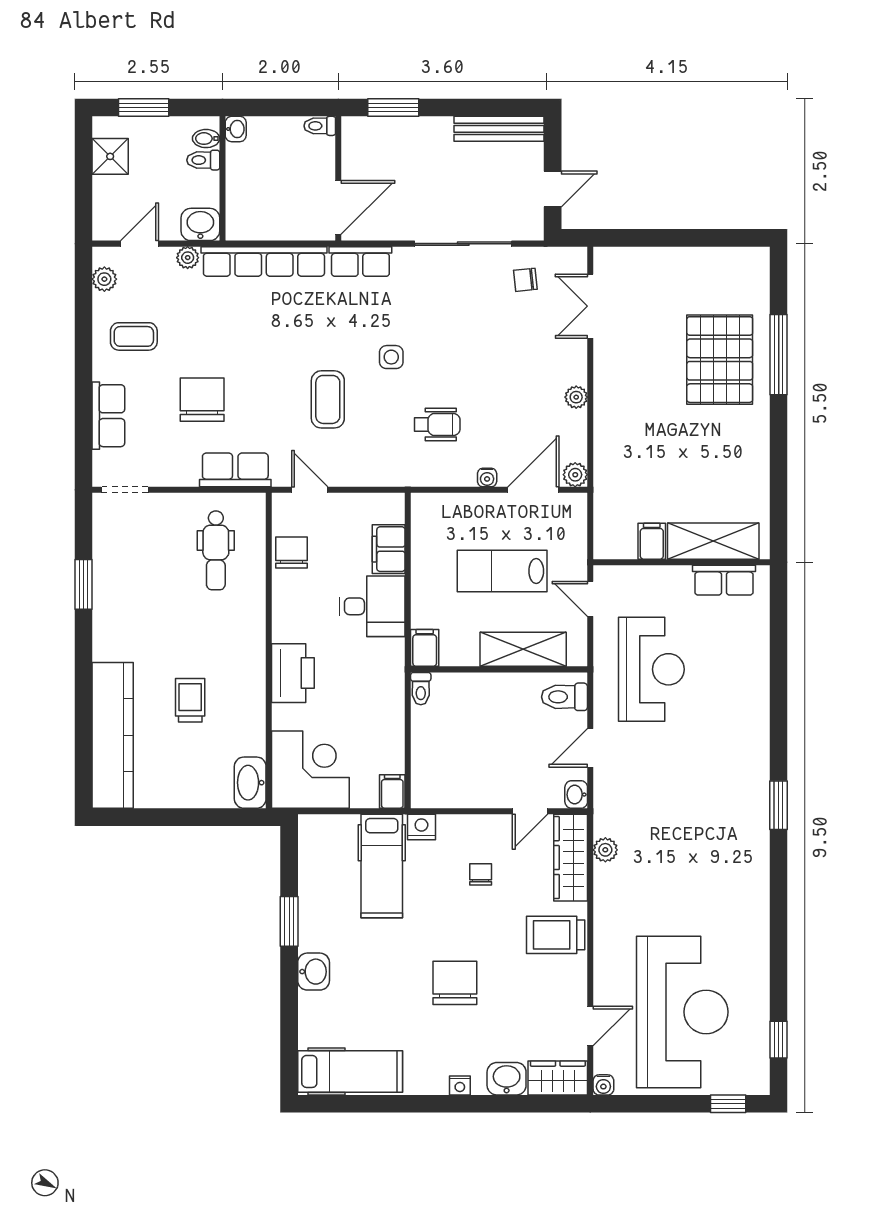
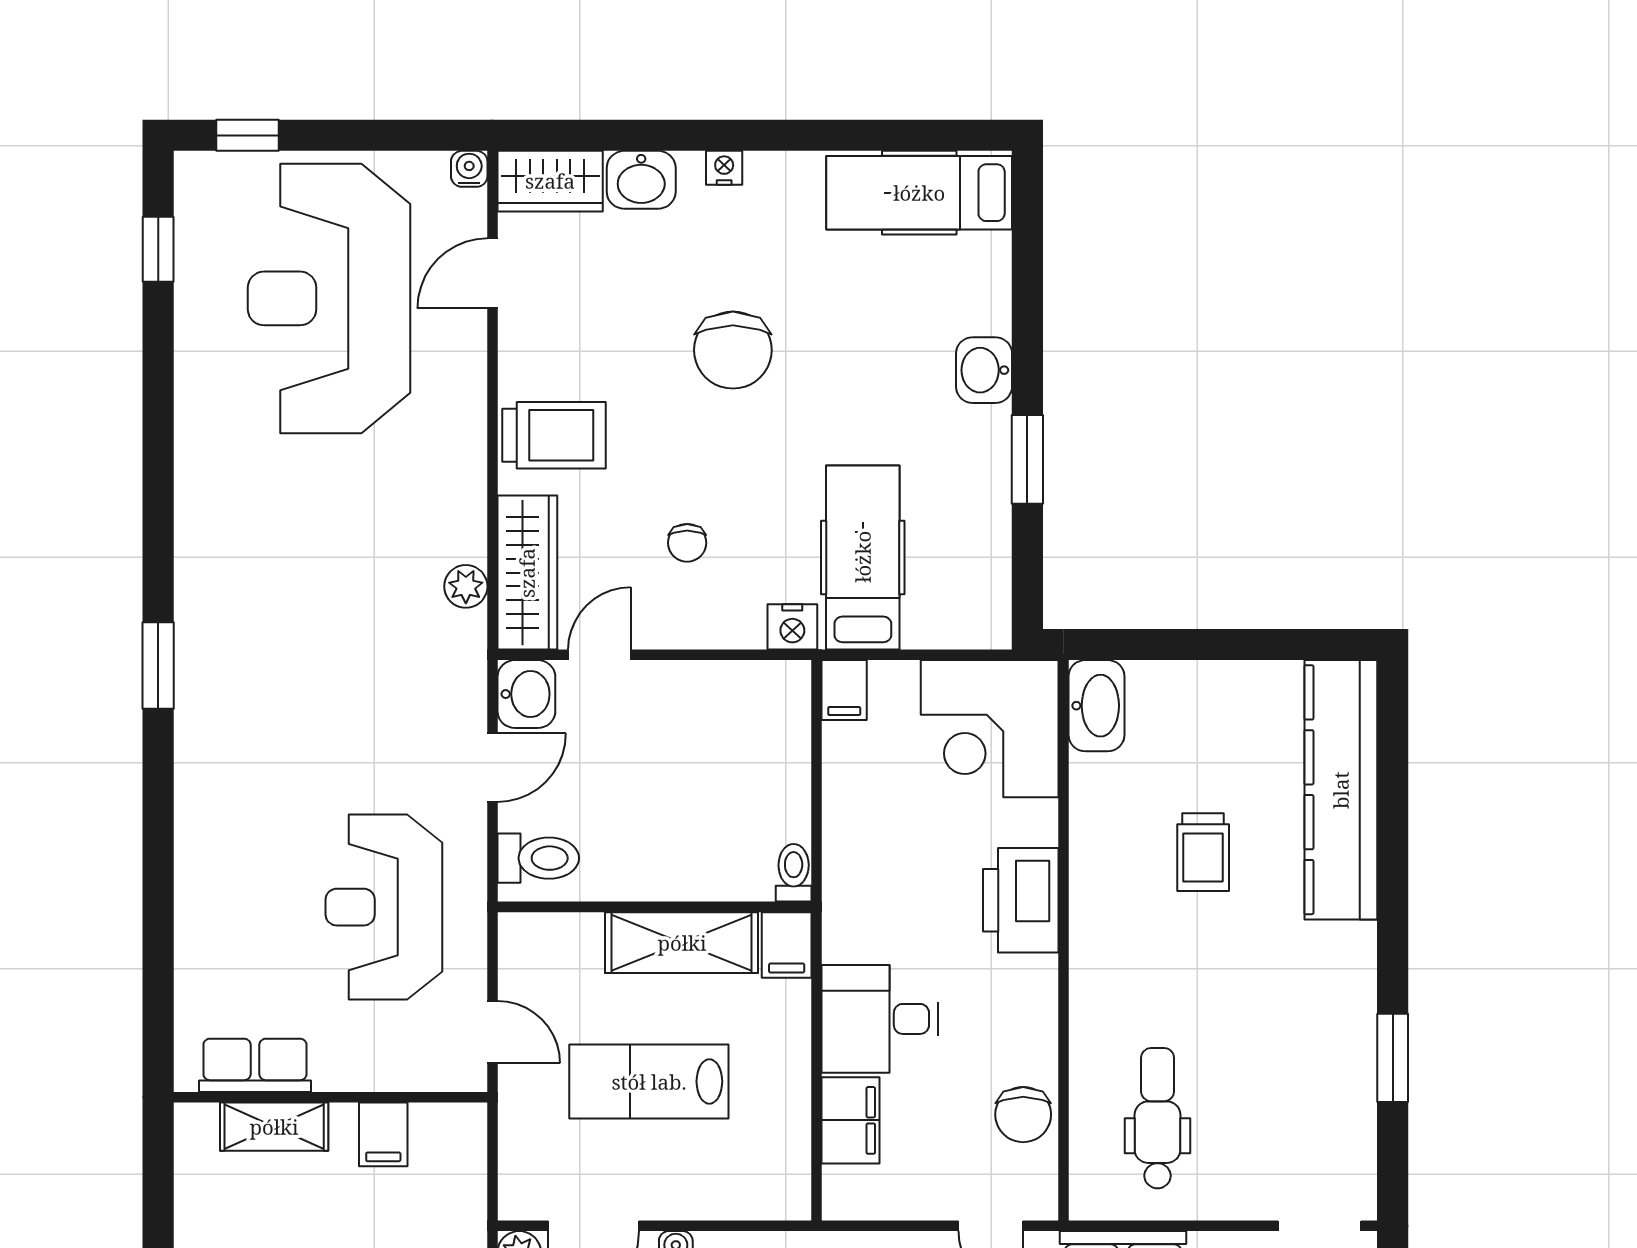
shelving: (713, 541) -> (274, 1127), width x0.67, depth x0.75
lab bench: (502, 571) -> (649, 1082), turned 180
shelving: (523, 649) -> (682, 943), moved
washbasin: (576, 795) -> (526, 694), width x1.38, depth x1.45

